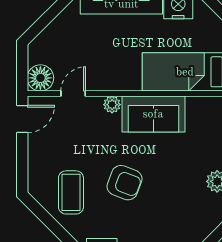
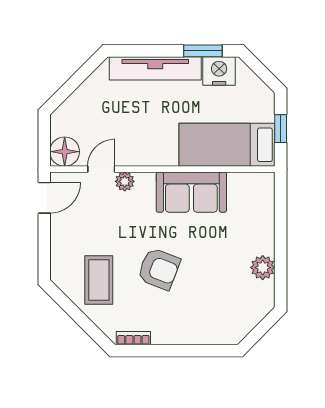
plant: (112, 105) -> (125, 181), moved

